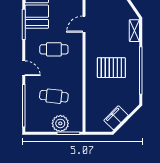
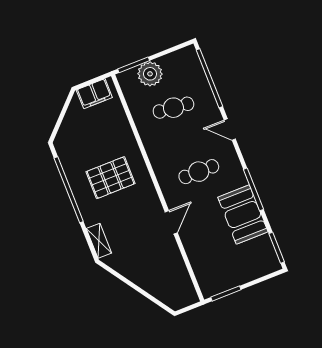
filing cabinet: (116, 118) -> (94, 94), moved, turned 45

